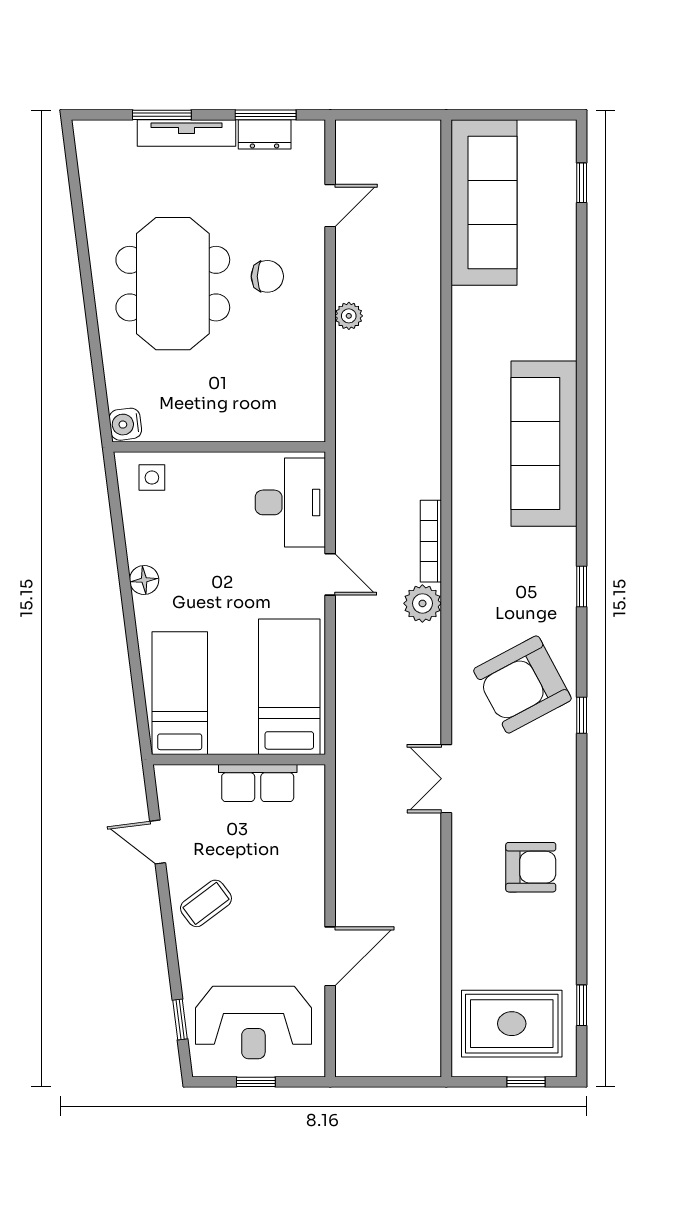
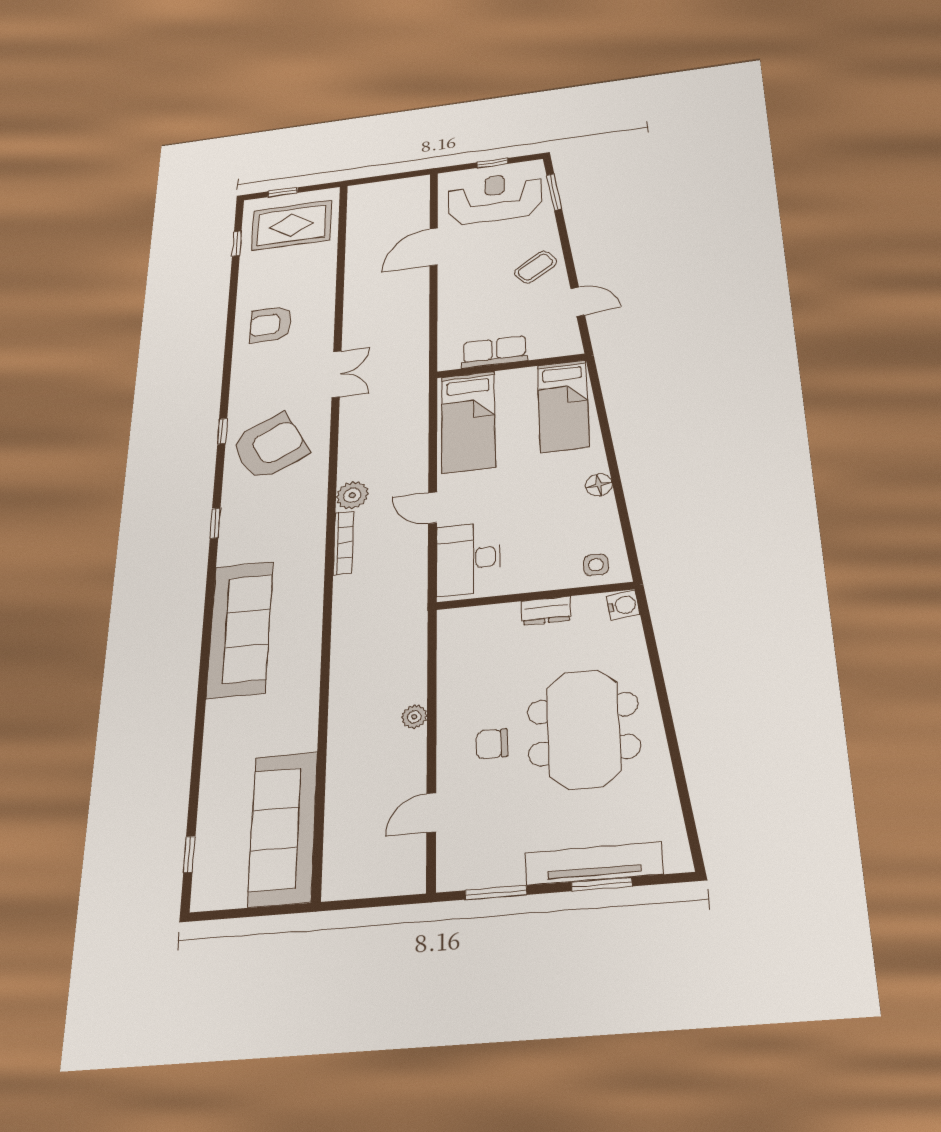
tv unit: (187, 133) -> (594, 864), width x1.36, depth x1.29
dresser: (265, 134) -> (546, 611), moved, turned 180
window: (180, 1019) -> (554, 192), width x1.50

